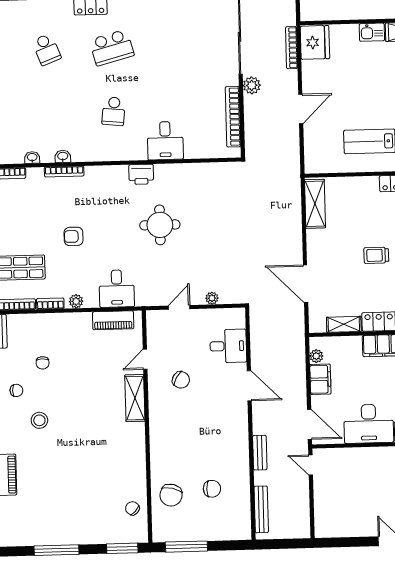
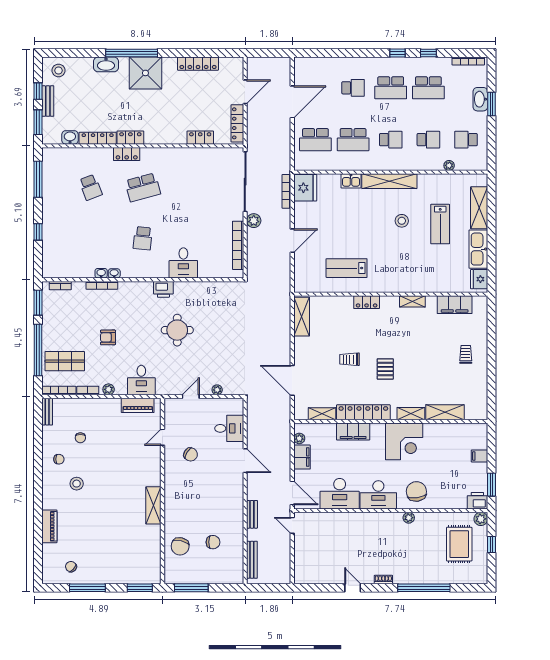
washbasin: (32, 157) -> (114, 273), moved
shelving: (135, 398) -> (153, 505), moved
chair: (132, 508) -> (71, 567), moved

